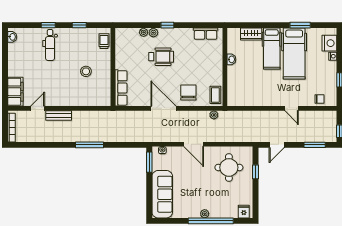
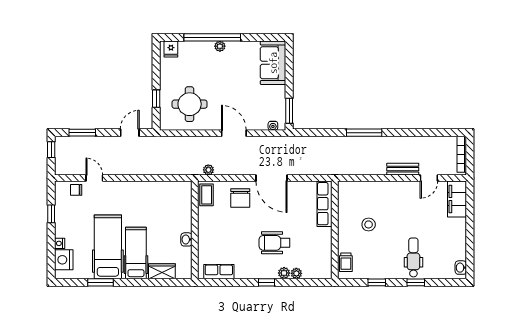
door: (292, 108) -> (94, 178), moved
sofa: (162, 194) -> (273, 63), width x0.73

